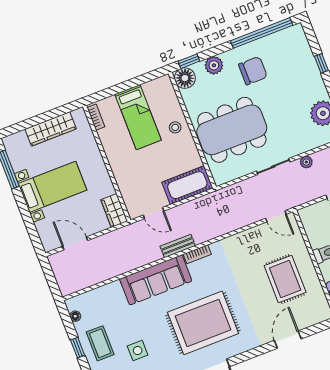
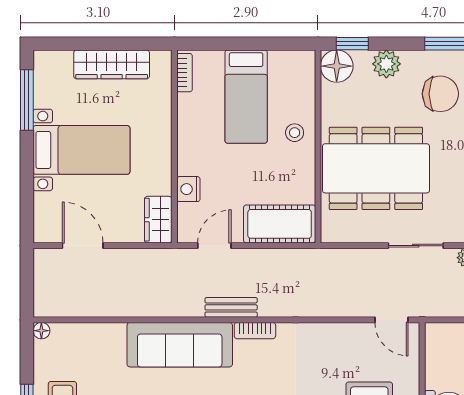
nightstand: (125, 185) -> (188, 189), added
door: (154, 213) -> (214, 246), swing flipped
floor lamp: (75, 316) -> (41, 331), moved

